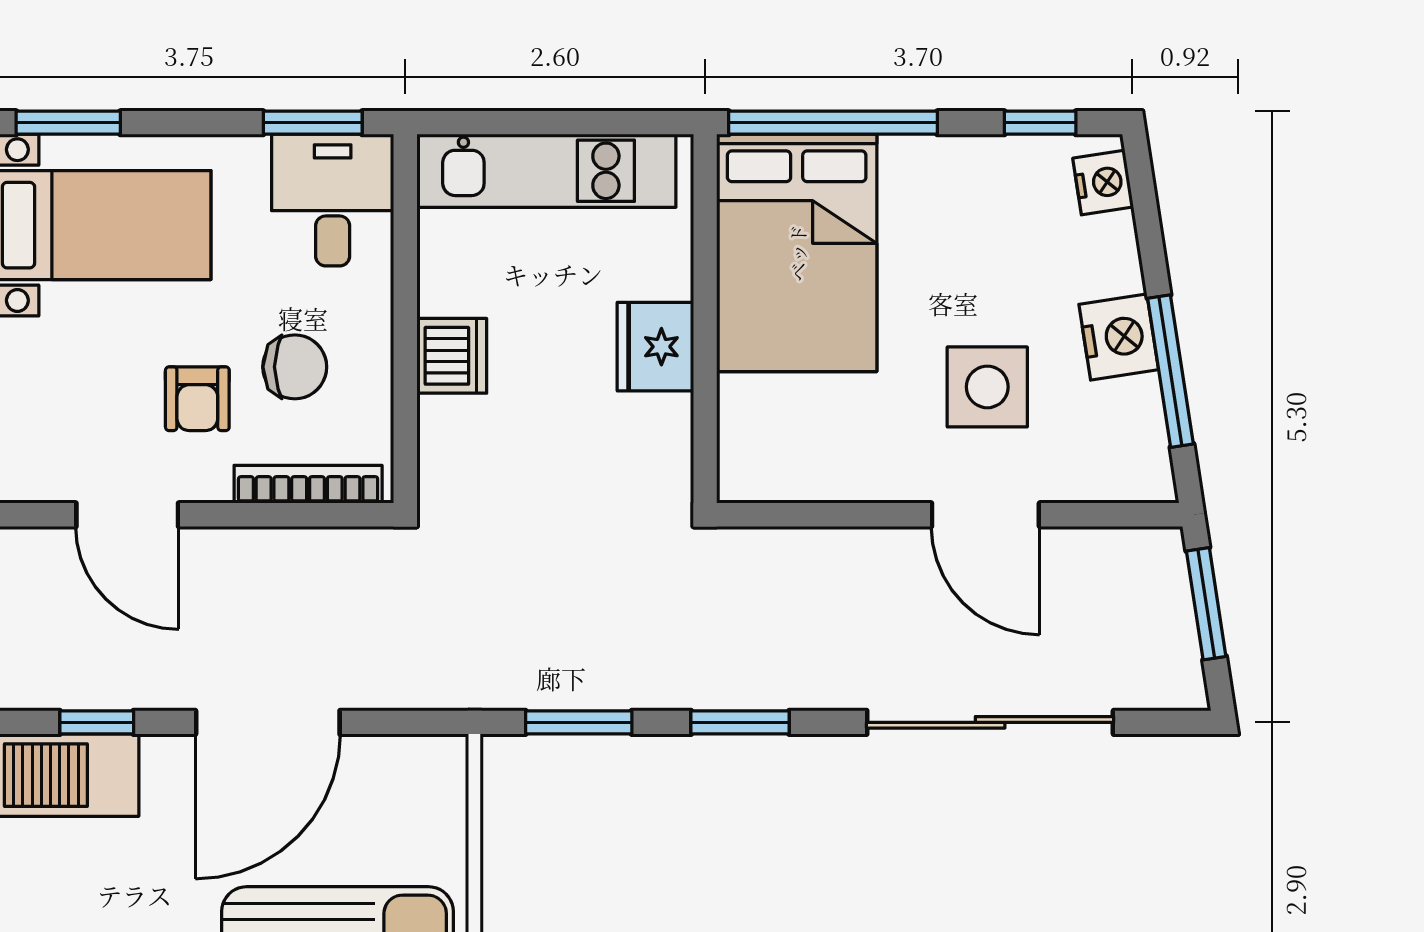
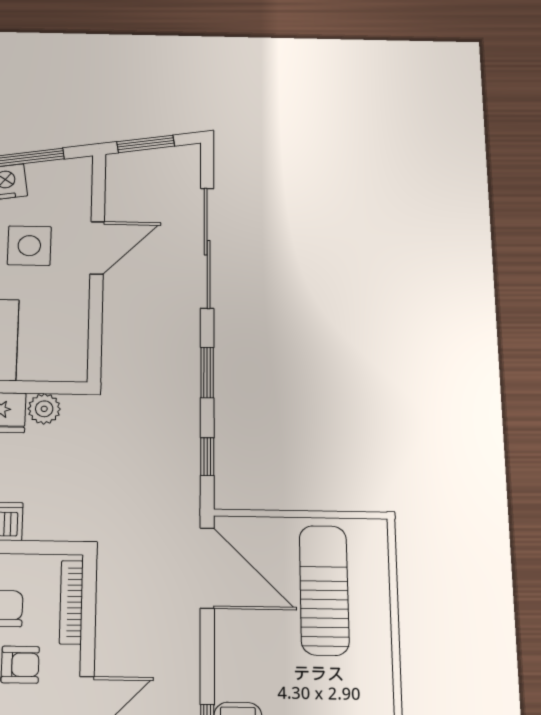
plant: (664, 425) -> (44, 409), added
door: (268, 722) -> (207, 568), moved
window: (579, 722) -> (207, 457), width x0.67

